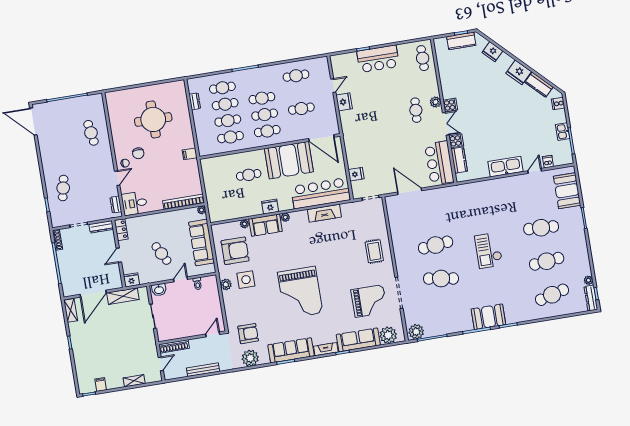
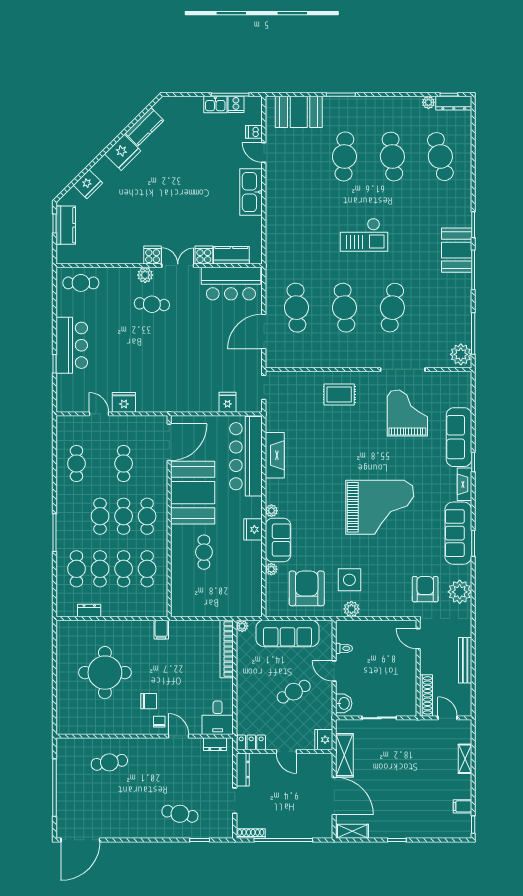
cooker: (558, 104) -> (236, 104), moved
cafe table: (430, 211) -> (296, 308), added
plant: (388, 335) -> (459, 394), removed

